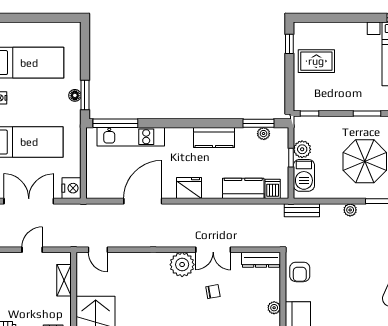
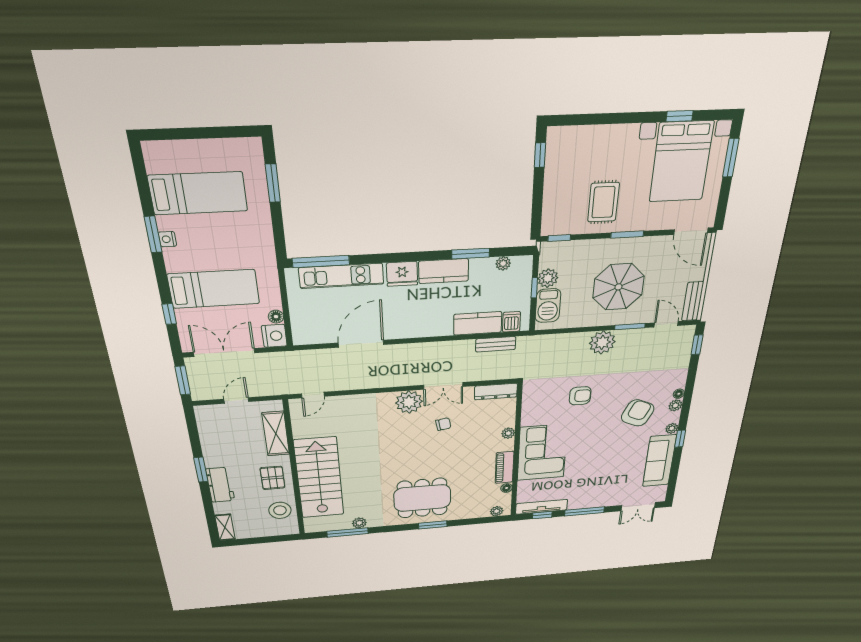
rug: (316, 61) -> (603, 202), moved, turned 90
floor lamp: (75, 95) -> (276, 317), moved
window: (85, 95) -> (273, 183), moved
window: (259, 123) -> (471, 254), moved
fridge: (189, 188) -> (402, 274), moved, turned 180
bench: (302, 210) -> (496, 344), moved
plant: (350, 210) -> (602, 342), width x1.88, depth x1.88
door: (98, 250) -> (313, 395), hinge flipped
armchair: (300, 272) -> (580, 396), moved, turned -90
shelving: (64, 280) -> (276, 434), width x1.50, depth x1.33

